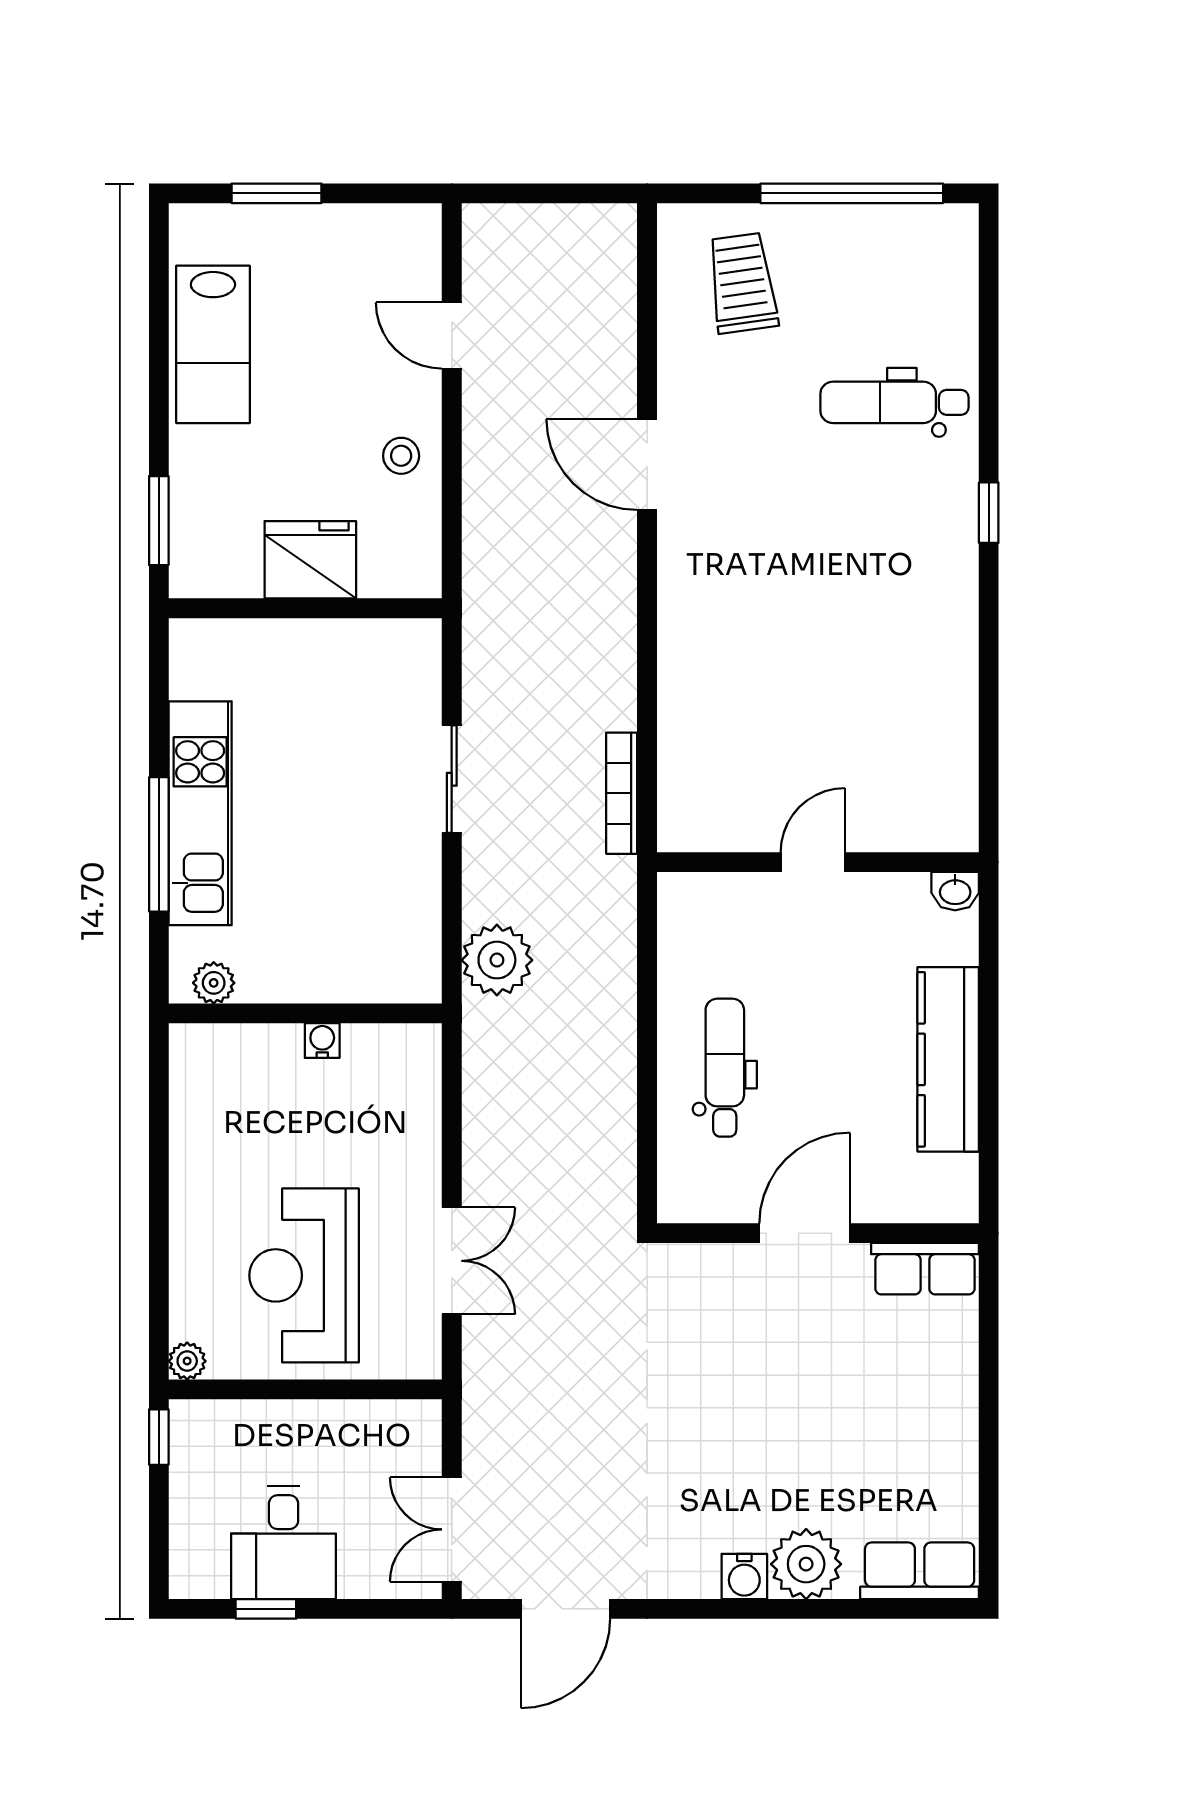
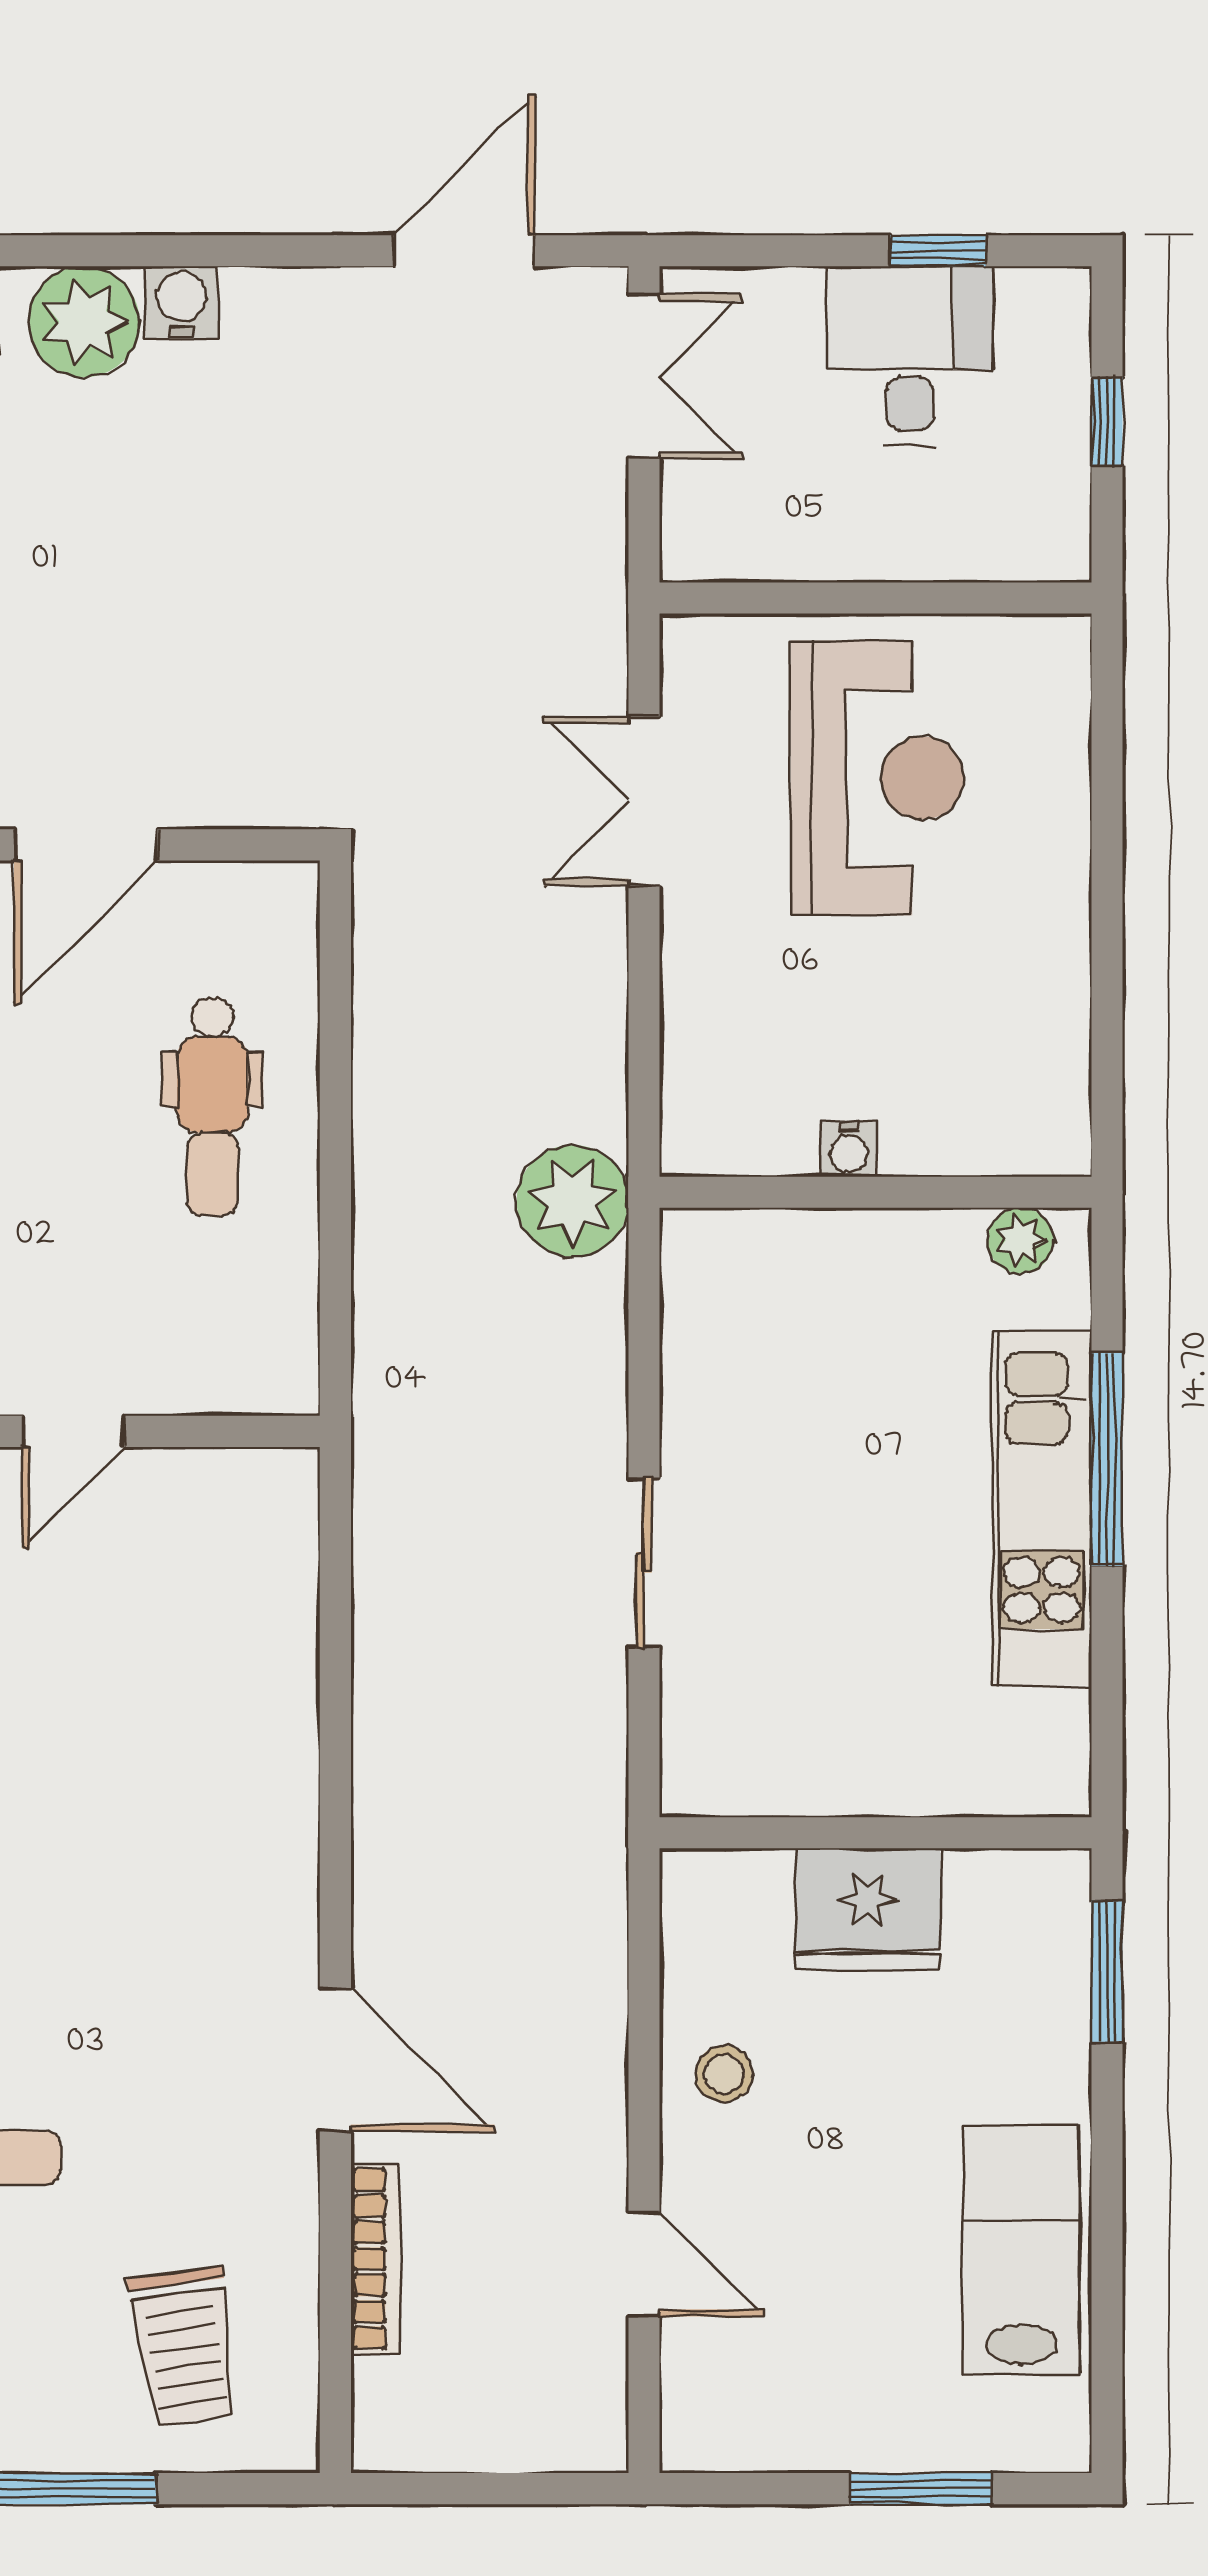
bookcase: (622, 793) -> (375, 2259), moved
plant: (497, 960) -> (573, 1201), moved
plant: (187, 1361) -> (1062, 643), removed
window: (159, 1437) -> (1107, 421), moved

